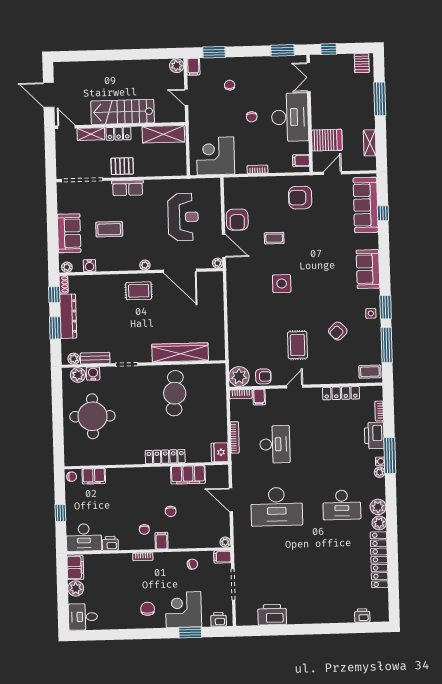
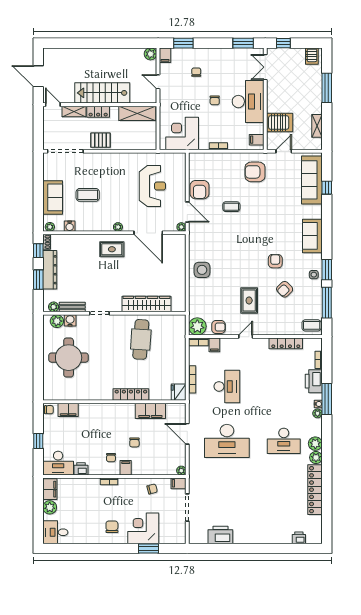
row of seats: (128, 188) -> (105, 159), removed
side table: (282, 284) -> (202, 270), moved
armchair: (326, 299) -> (275, 261), added
printer: (218, 619) -> (173, 538), removed

